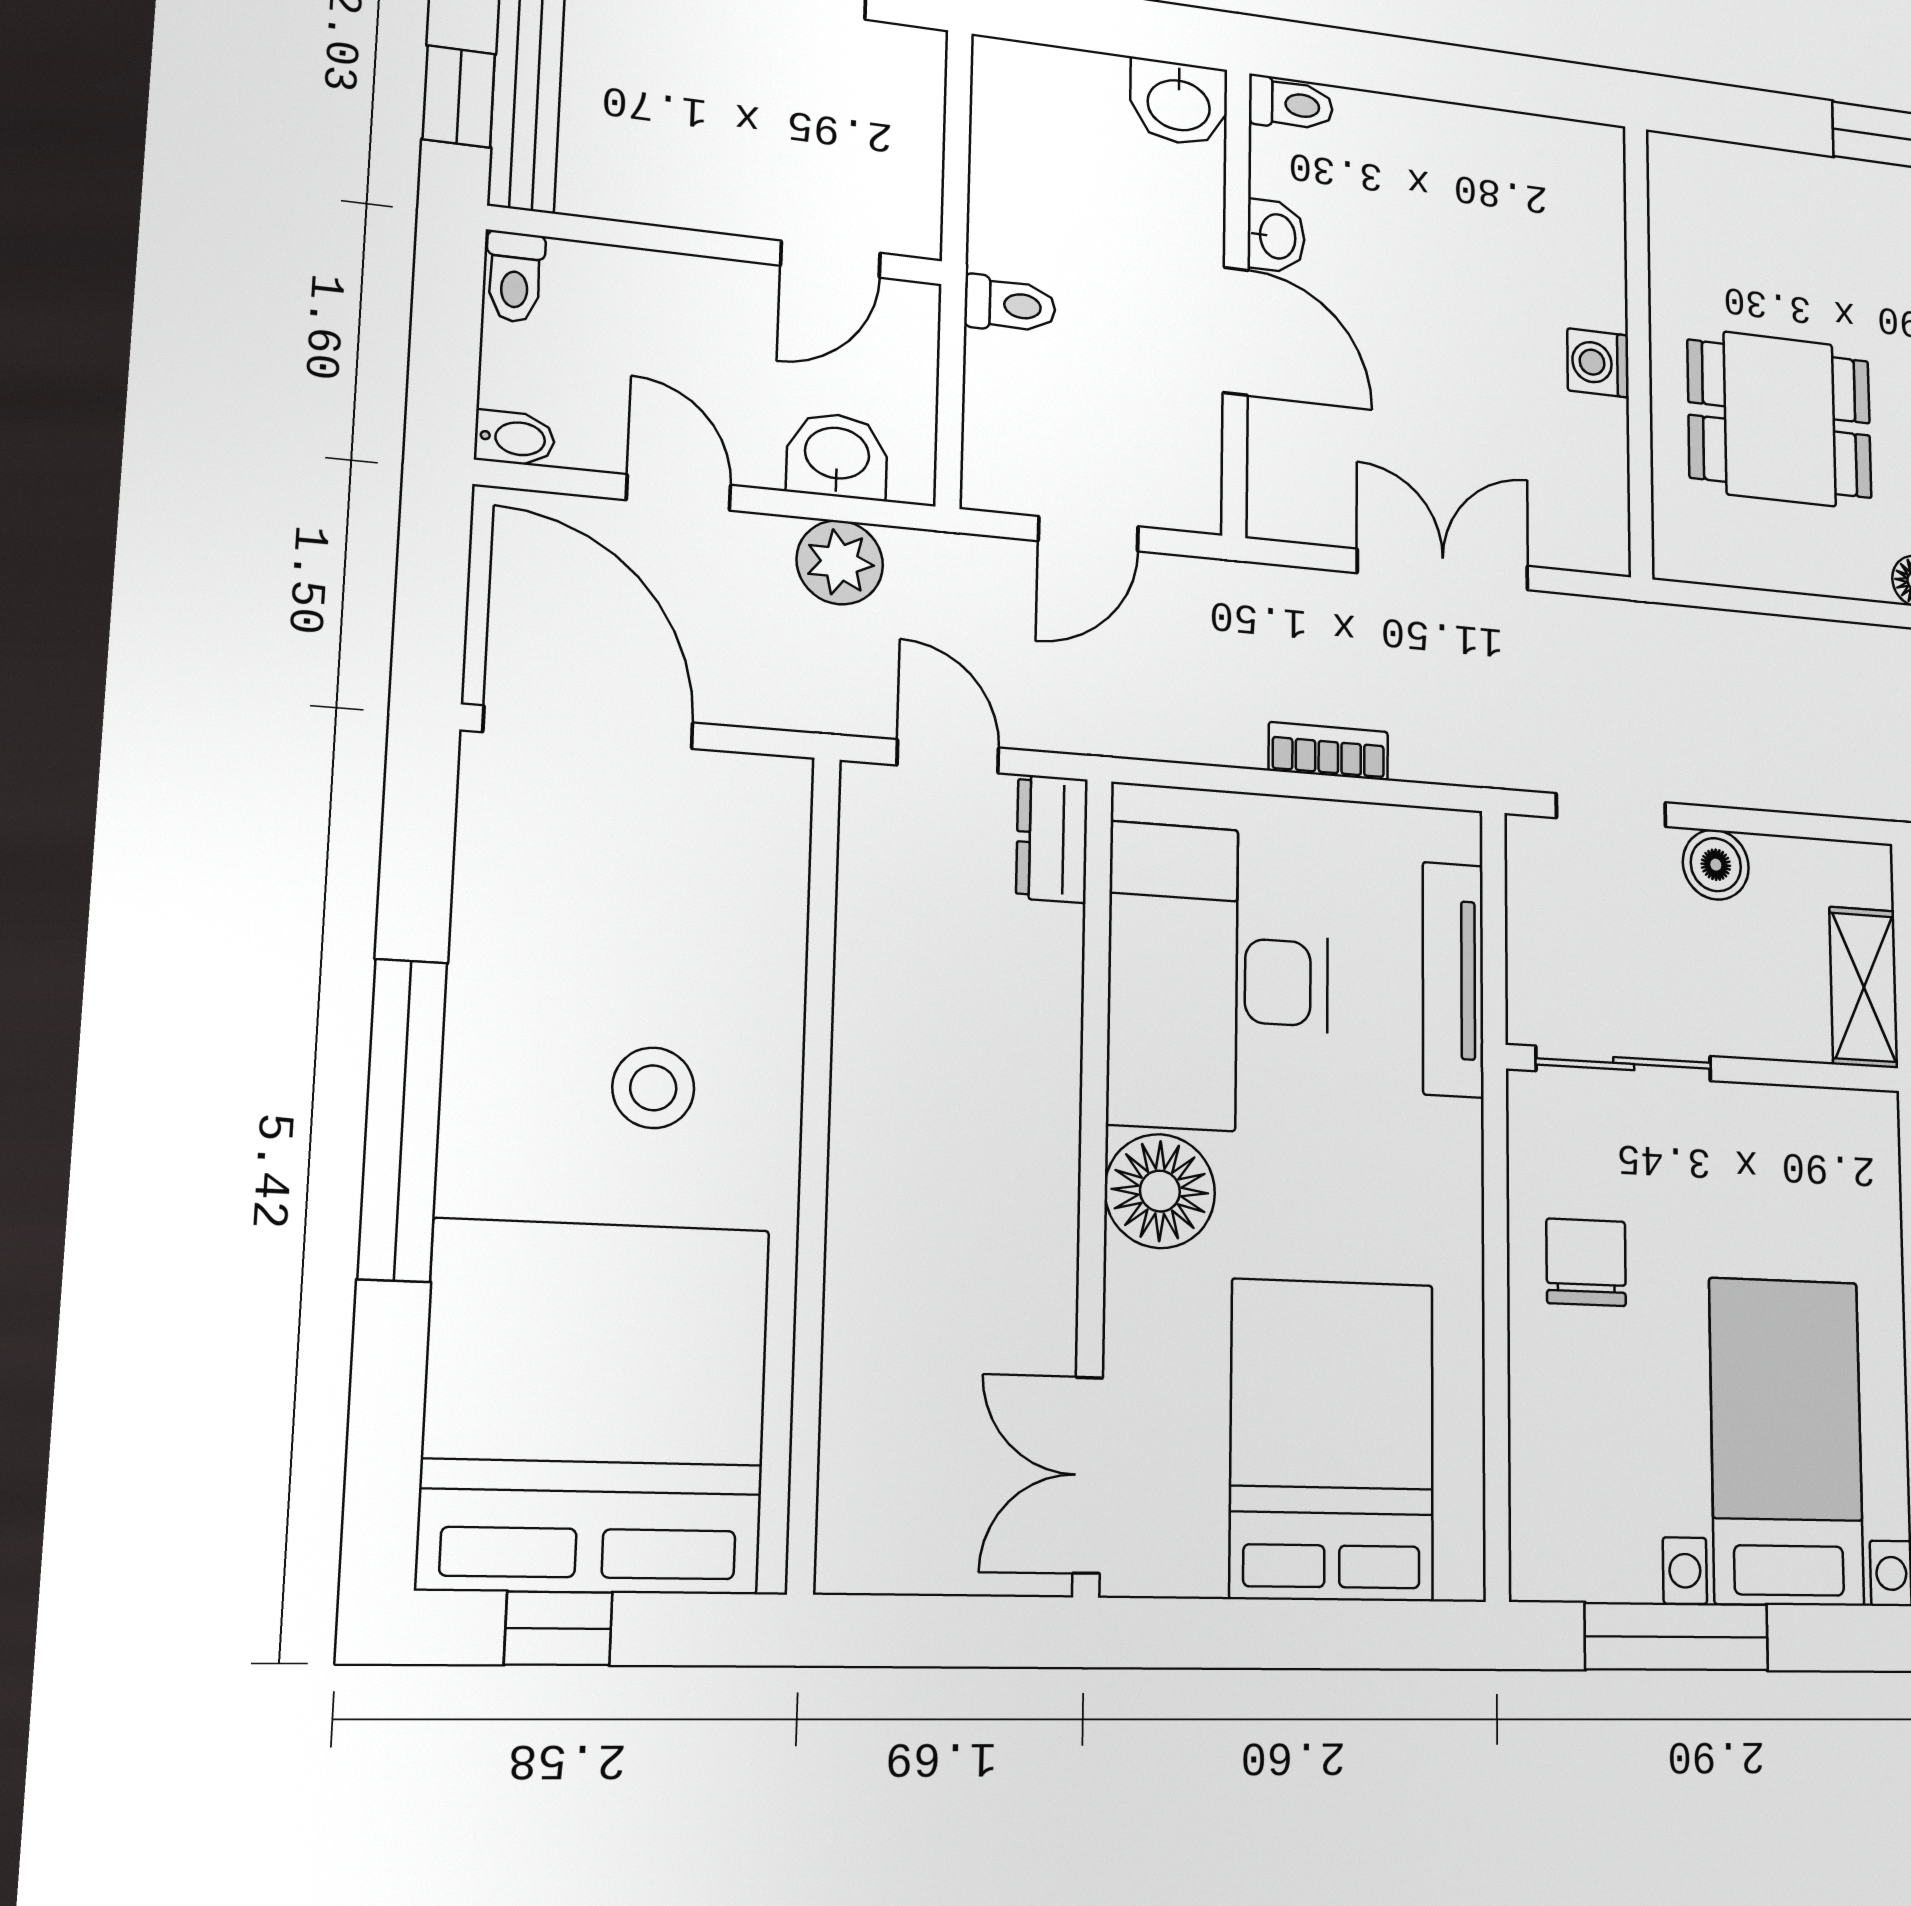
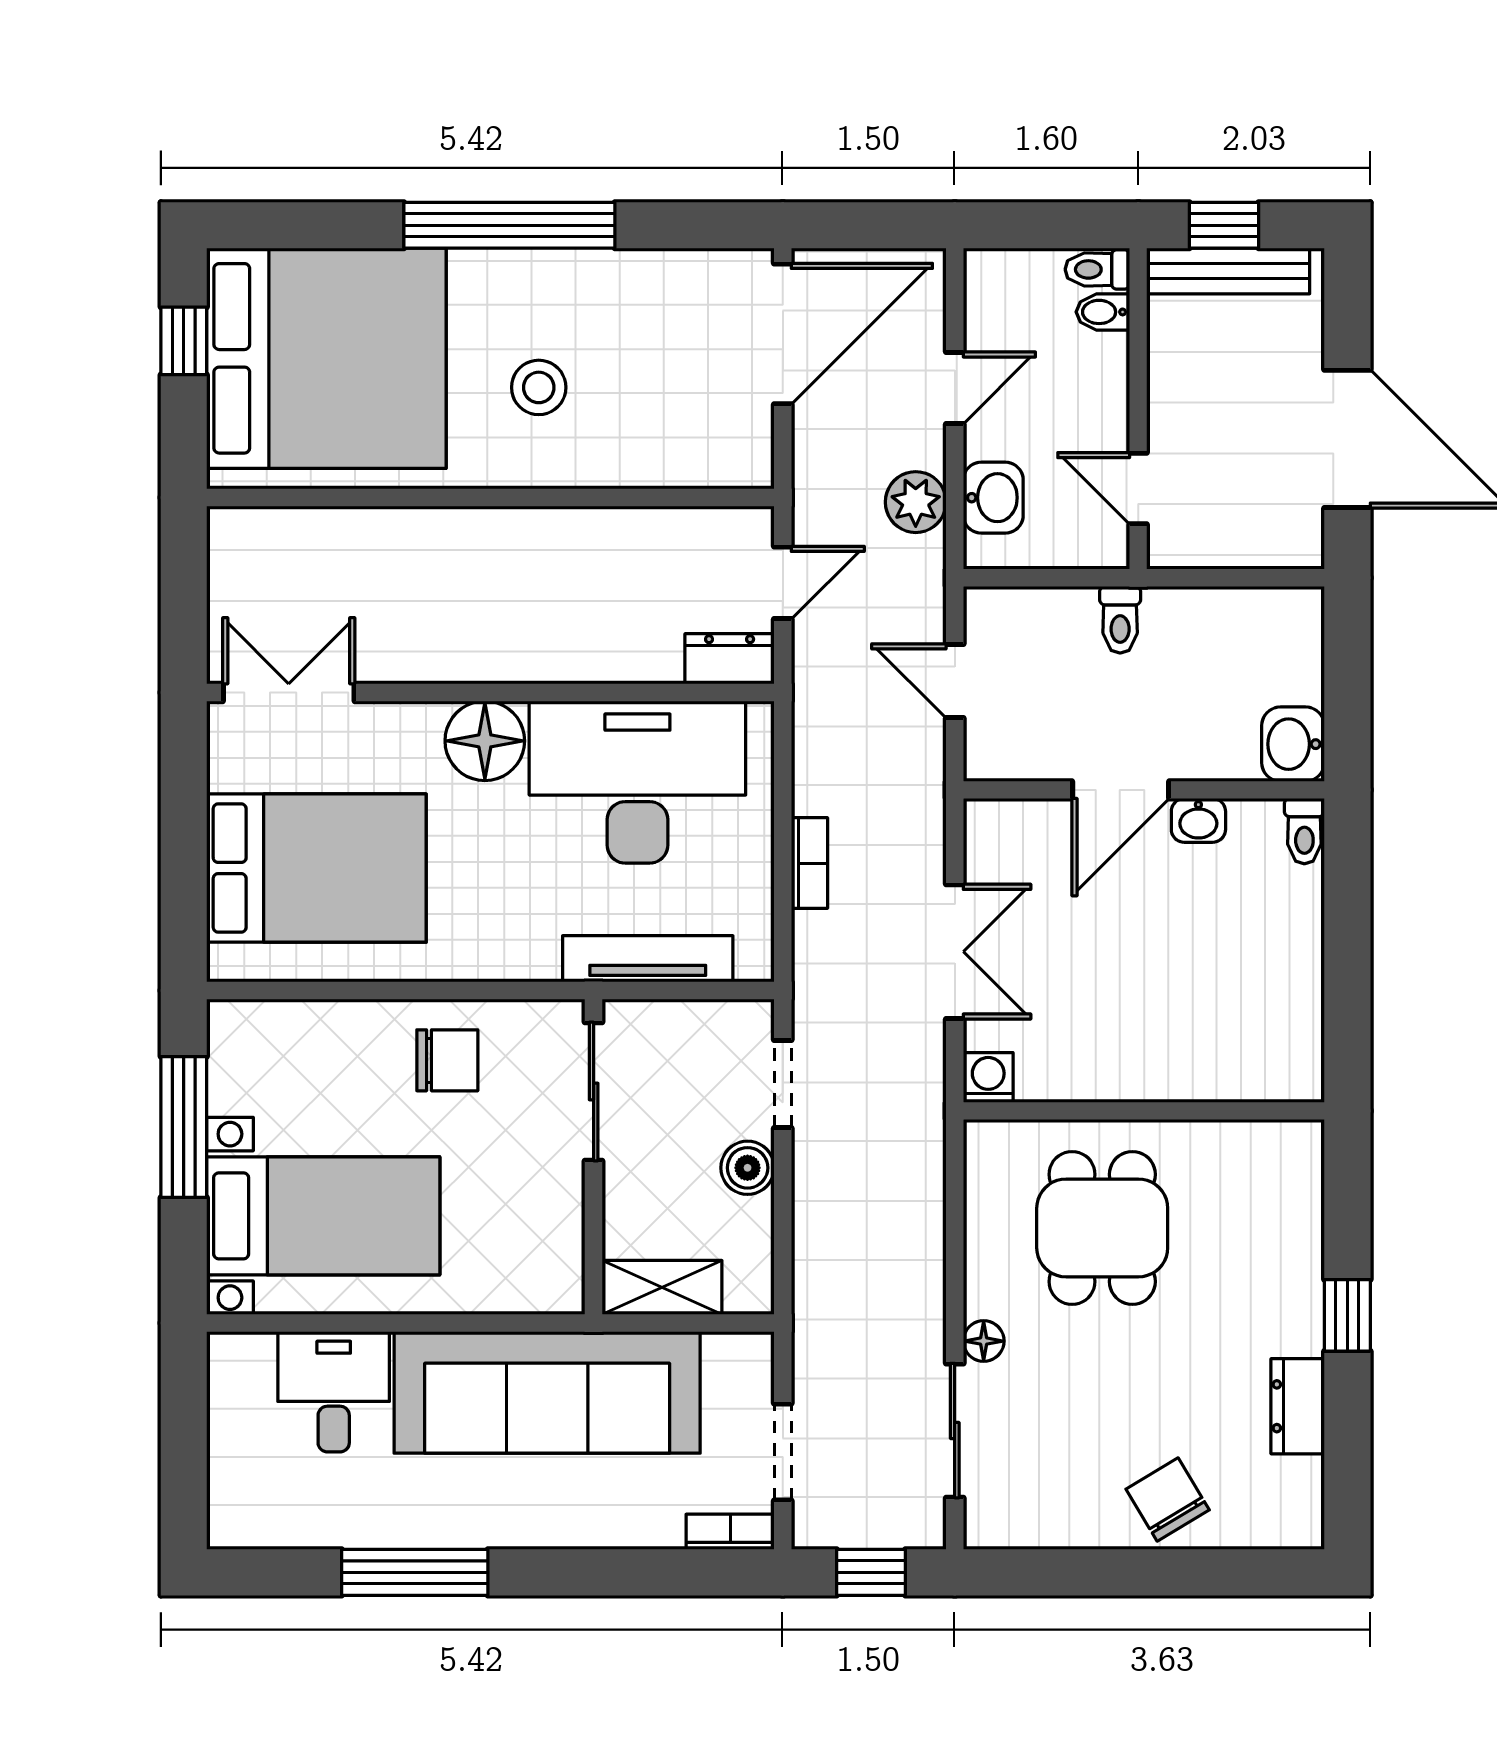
washing machine: (1598, 363) -> (988, 1077), moved
bidet: (515, 438) -> (1103, 312), moved, turned 90

